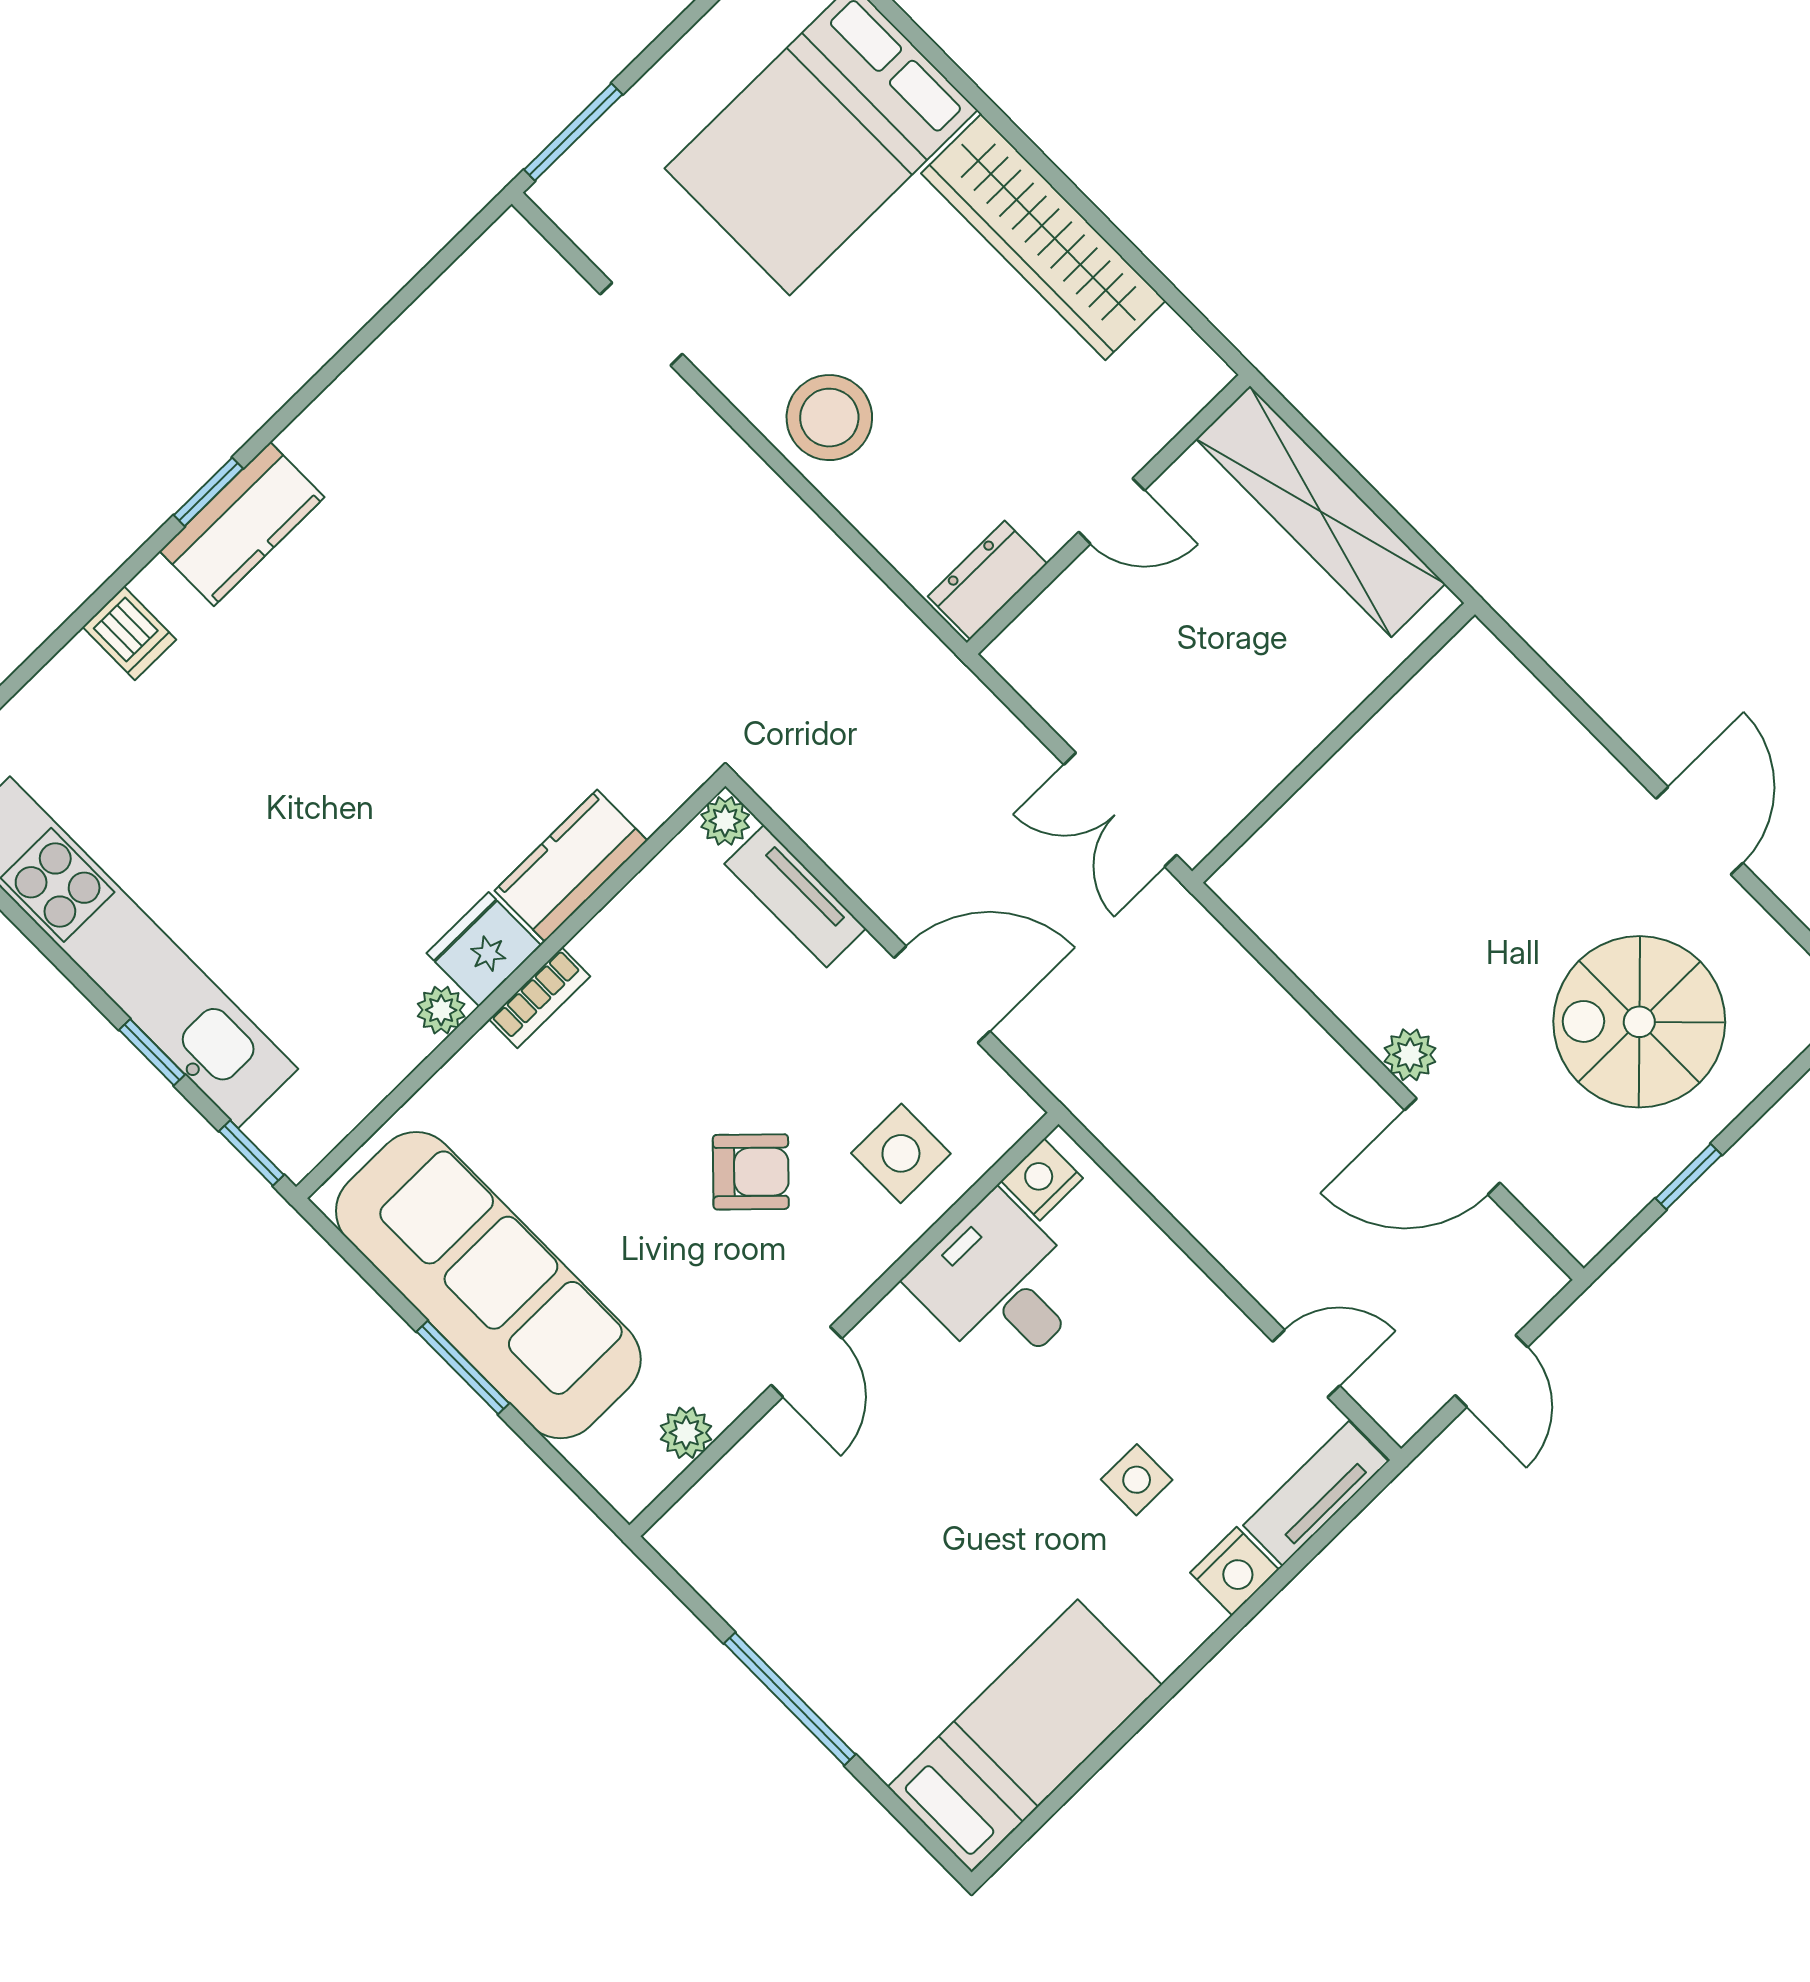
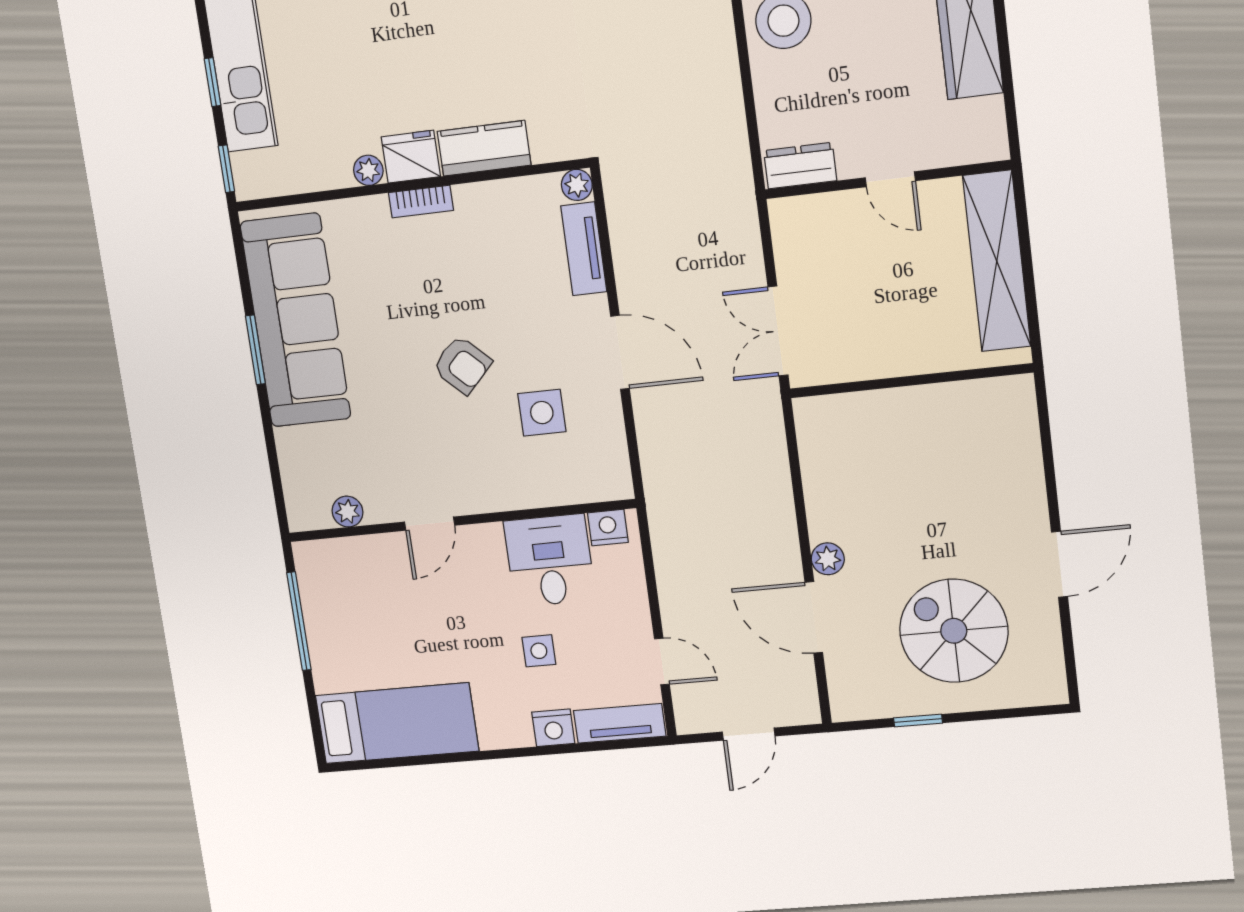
nightstand: (1042, 1180) -> (608, 528), moved
desk: (1000, 1285) -> (550, 560), moved
wall: (844, 1325) -> (461, 521), moved
door: (806, 1362) -> (430, 524), moved
plant: (686, 1433) -> (348, 512), moved

